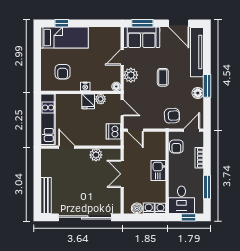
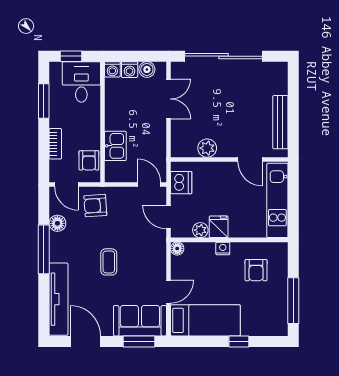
window: (62, 23) -> (239, 341), moved
bed: (65, 38) -> (205, 320), moved, turned 180
window: (37, 51) -> (293, 301), added
armchair: (63, 72) -> (256, 270), turned 180
plant: (131, 75) -> (156, 265), removed
window: (207, 86) -> (44, 249), width x1.44
floor lamp: (198, 93) -> (57, 223), moved
door: (192, 130) -> (66, 184), hinge flipped
armchair: (176, 147) -> (89, 160), turned 180
kitchen sink: (158, 171) -> (115, 146), moved
double door: (122, 174) -> (169, 99), moved
bench: (46, 196) -> (280, 122), moved

